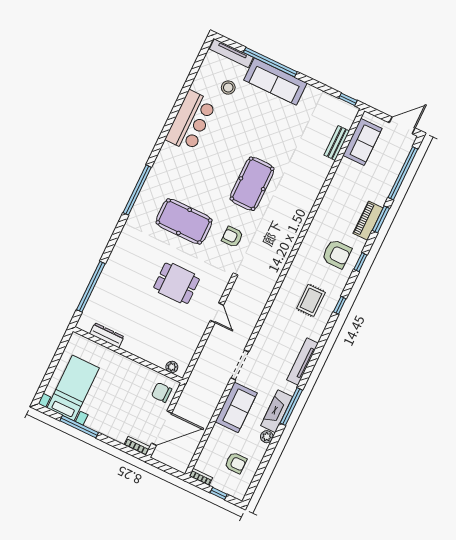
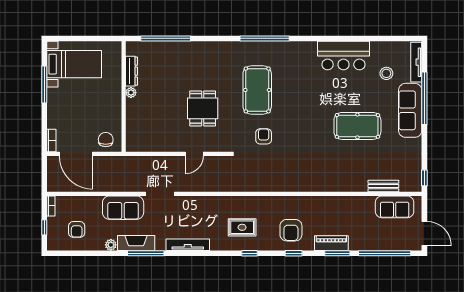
pool table: (252, 184) -> (357, 126), moved
plant: (172, 367) -> (131, 93), moved

